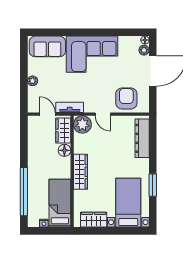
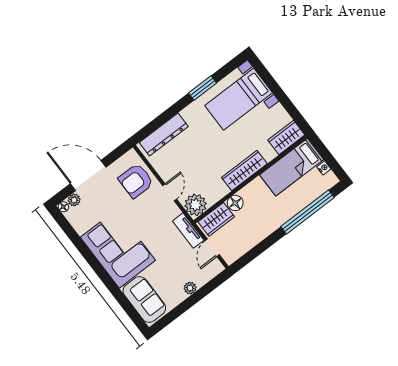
wardrobe: (94, 220) -> (286, 137), moved, turned 90

